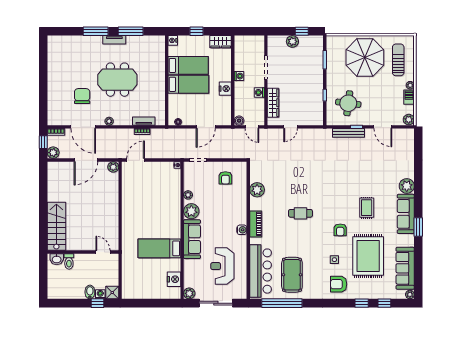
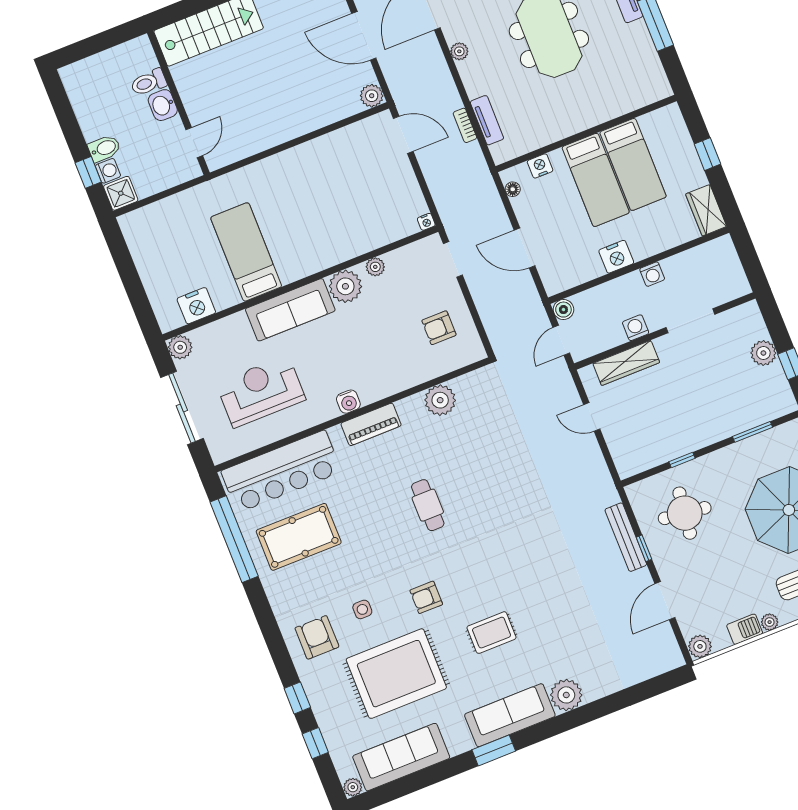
nightstand: (173, 40) -> (540, 166), moved
washbasin: (57, 259) -> (163, 105), moved

